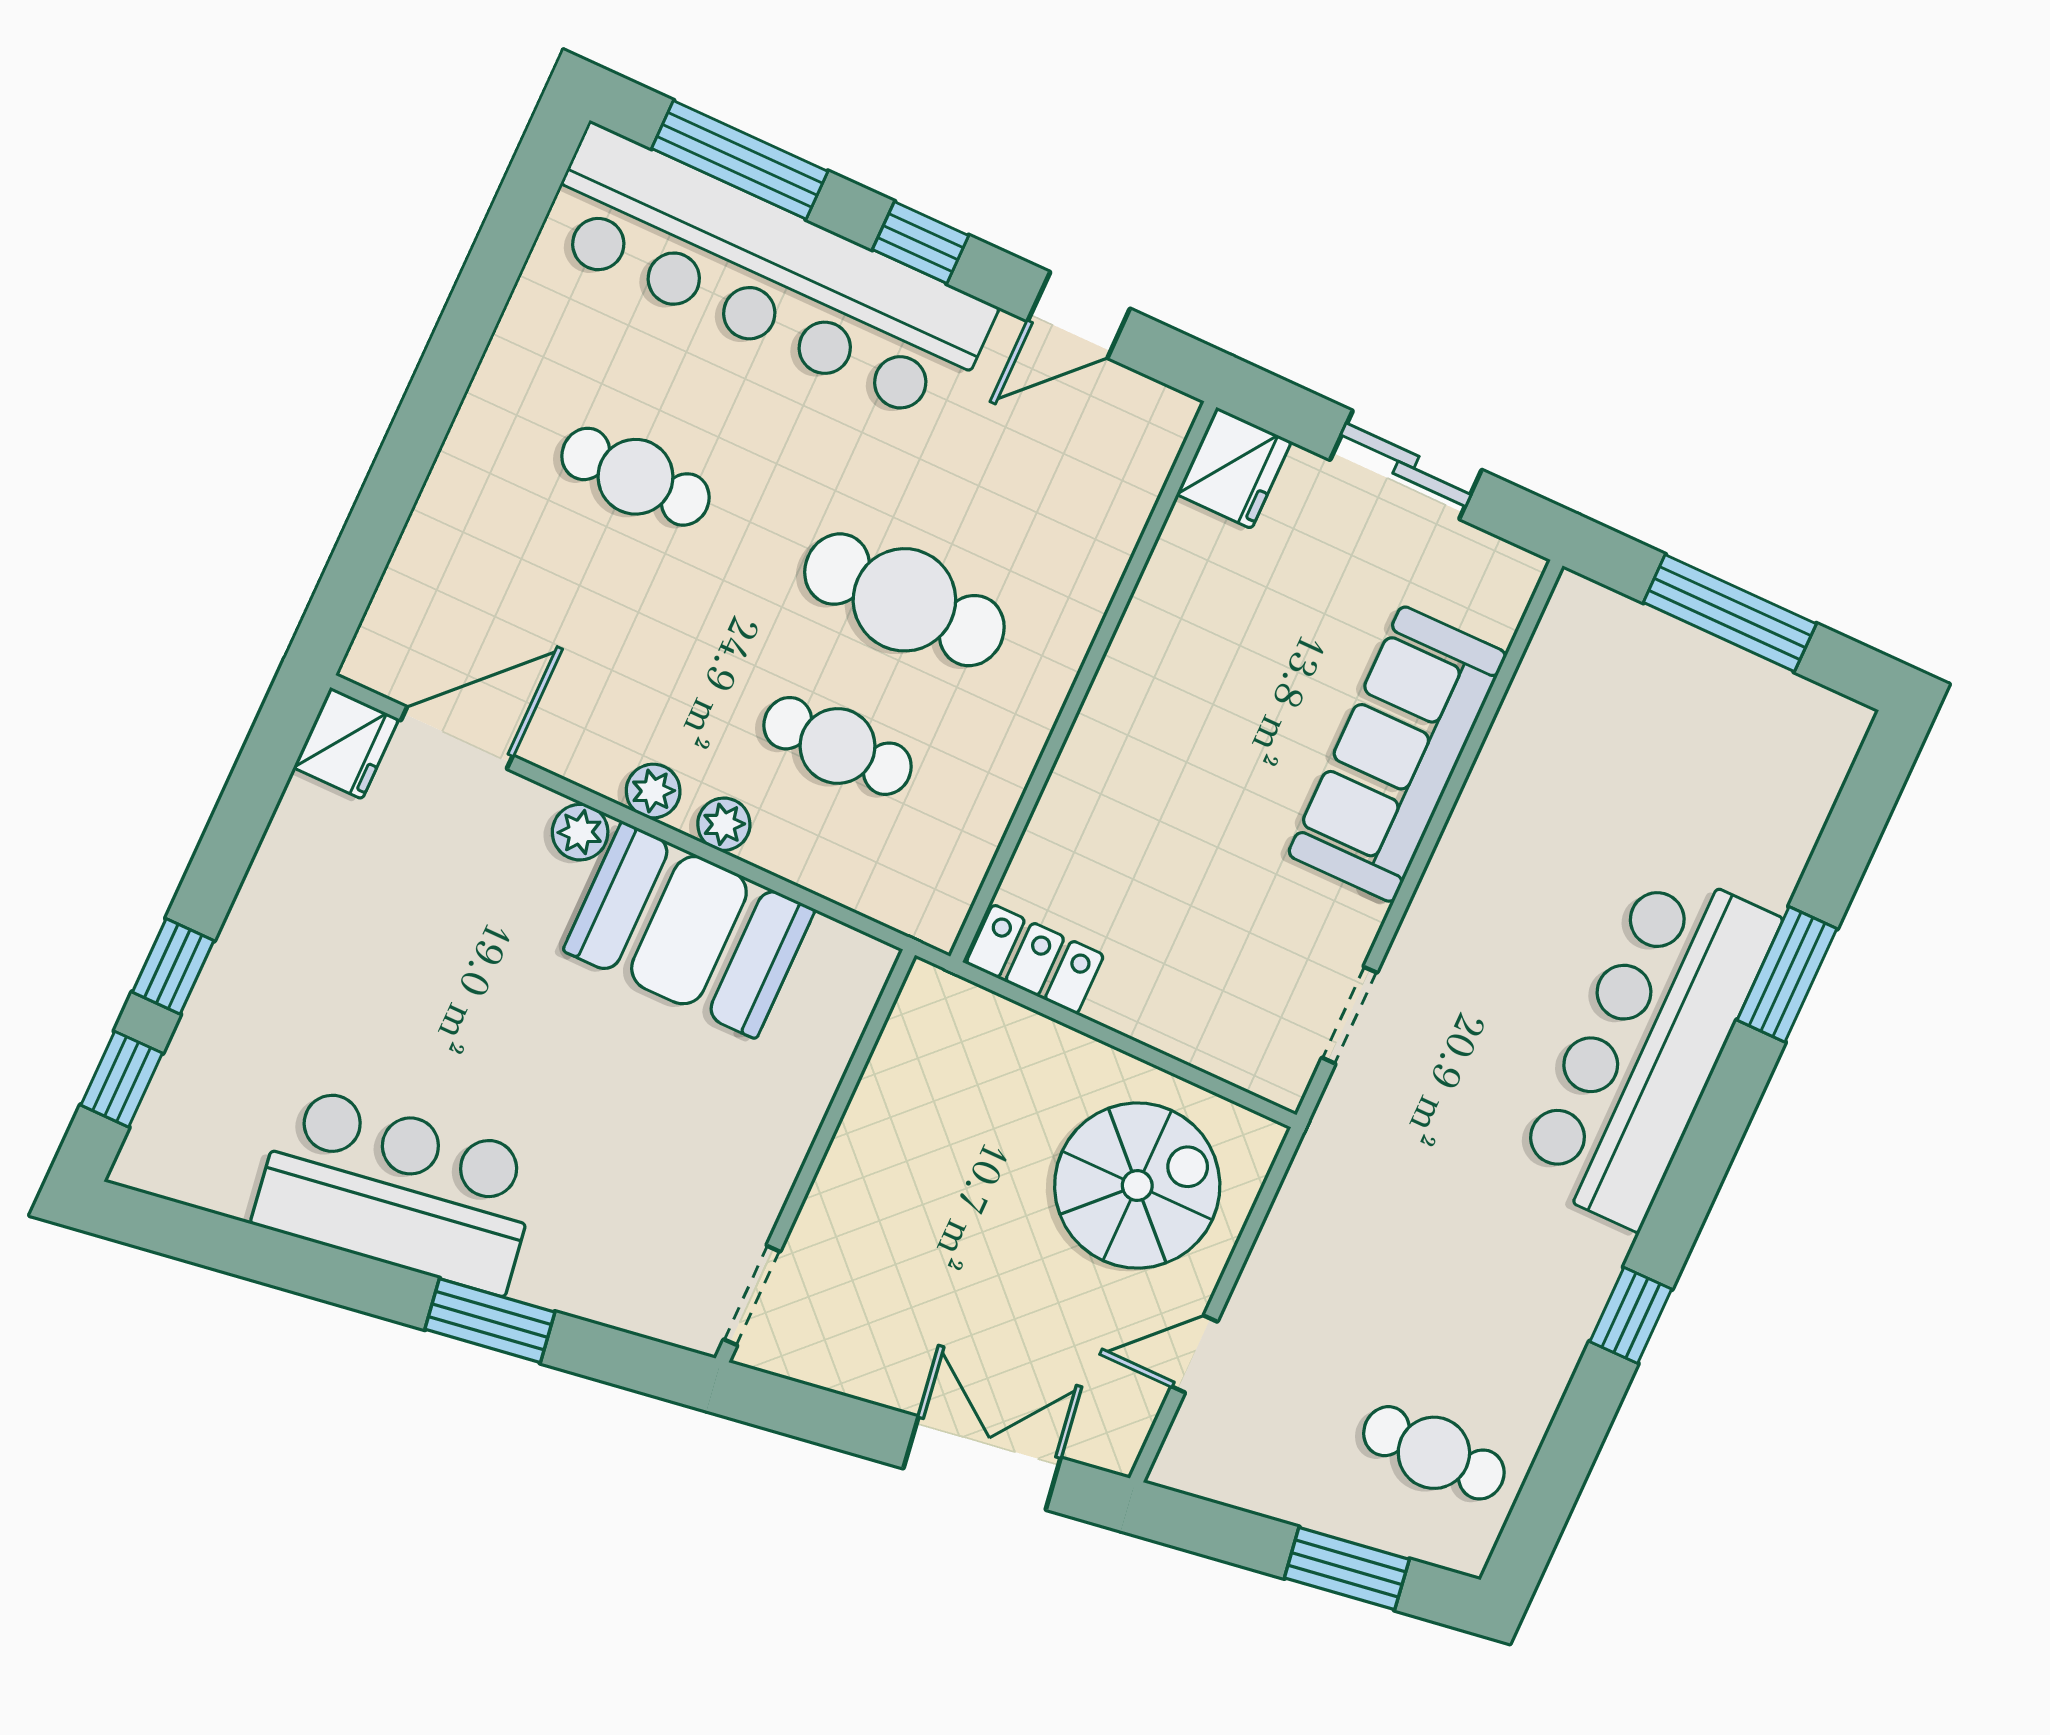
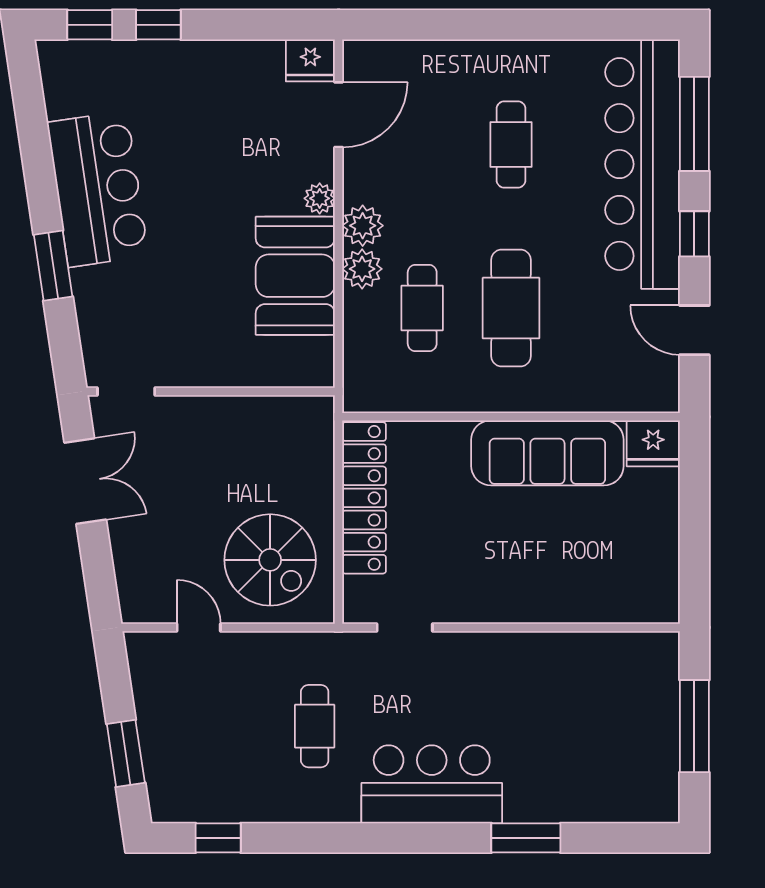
sliding door: (1406, 465) -> (694, 529), removed
door: (457, 738) -> (339, 115), hinge flipped
sofa: (1397, 754) -> (547, 453), moved, turned 180
plant: (653, 791) -> (363, 226), width x1.38, depth x1.38
plant: (724, 824) -> (362, 269), width x1.38, depth x1.38
locker: (1035, 959) -> (364, 498), width x2.16, depth x1.21
bar counter: (1647, 1047) -> (432, 784), width x0.73
window: (1631, 1315) -> (218, 838), moved
cafe table: (1434, 1453) -> (315, 726), moved
double door: (982, 1463) -> (85, 481), moved

